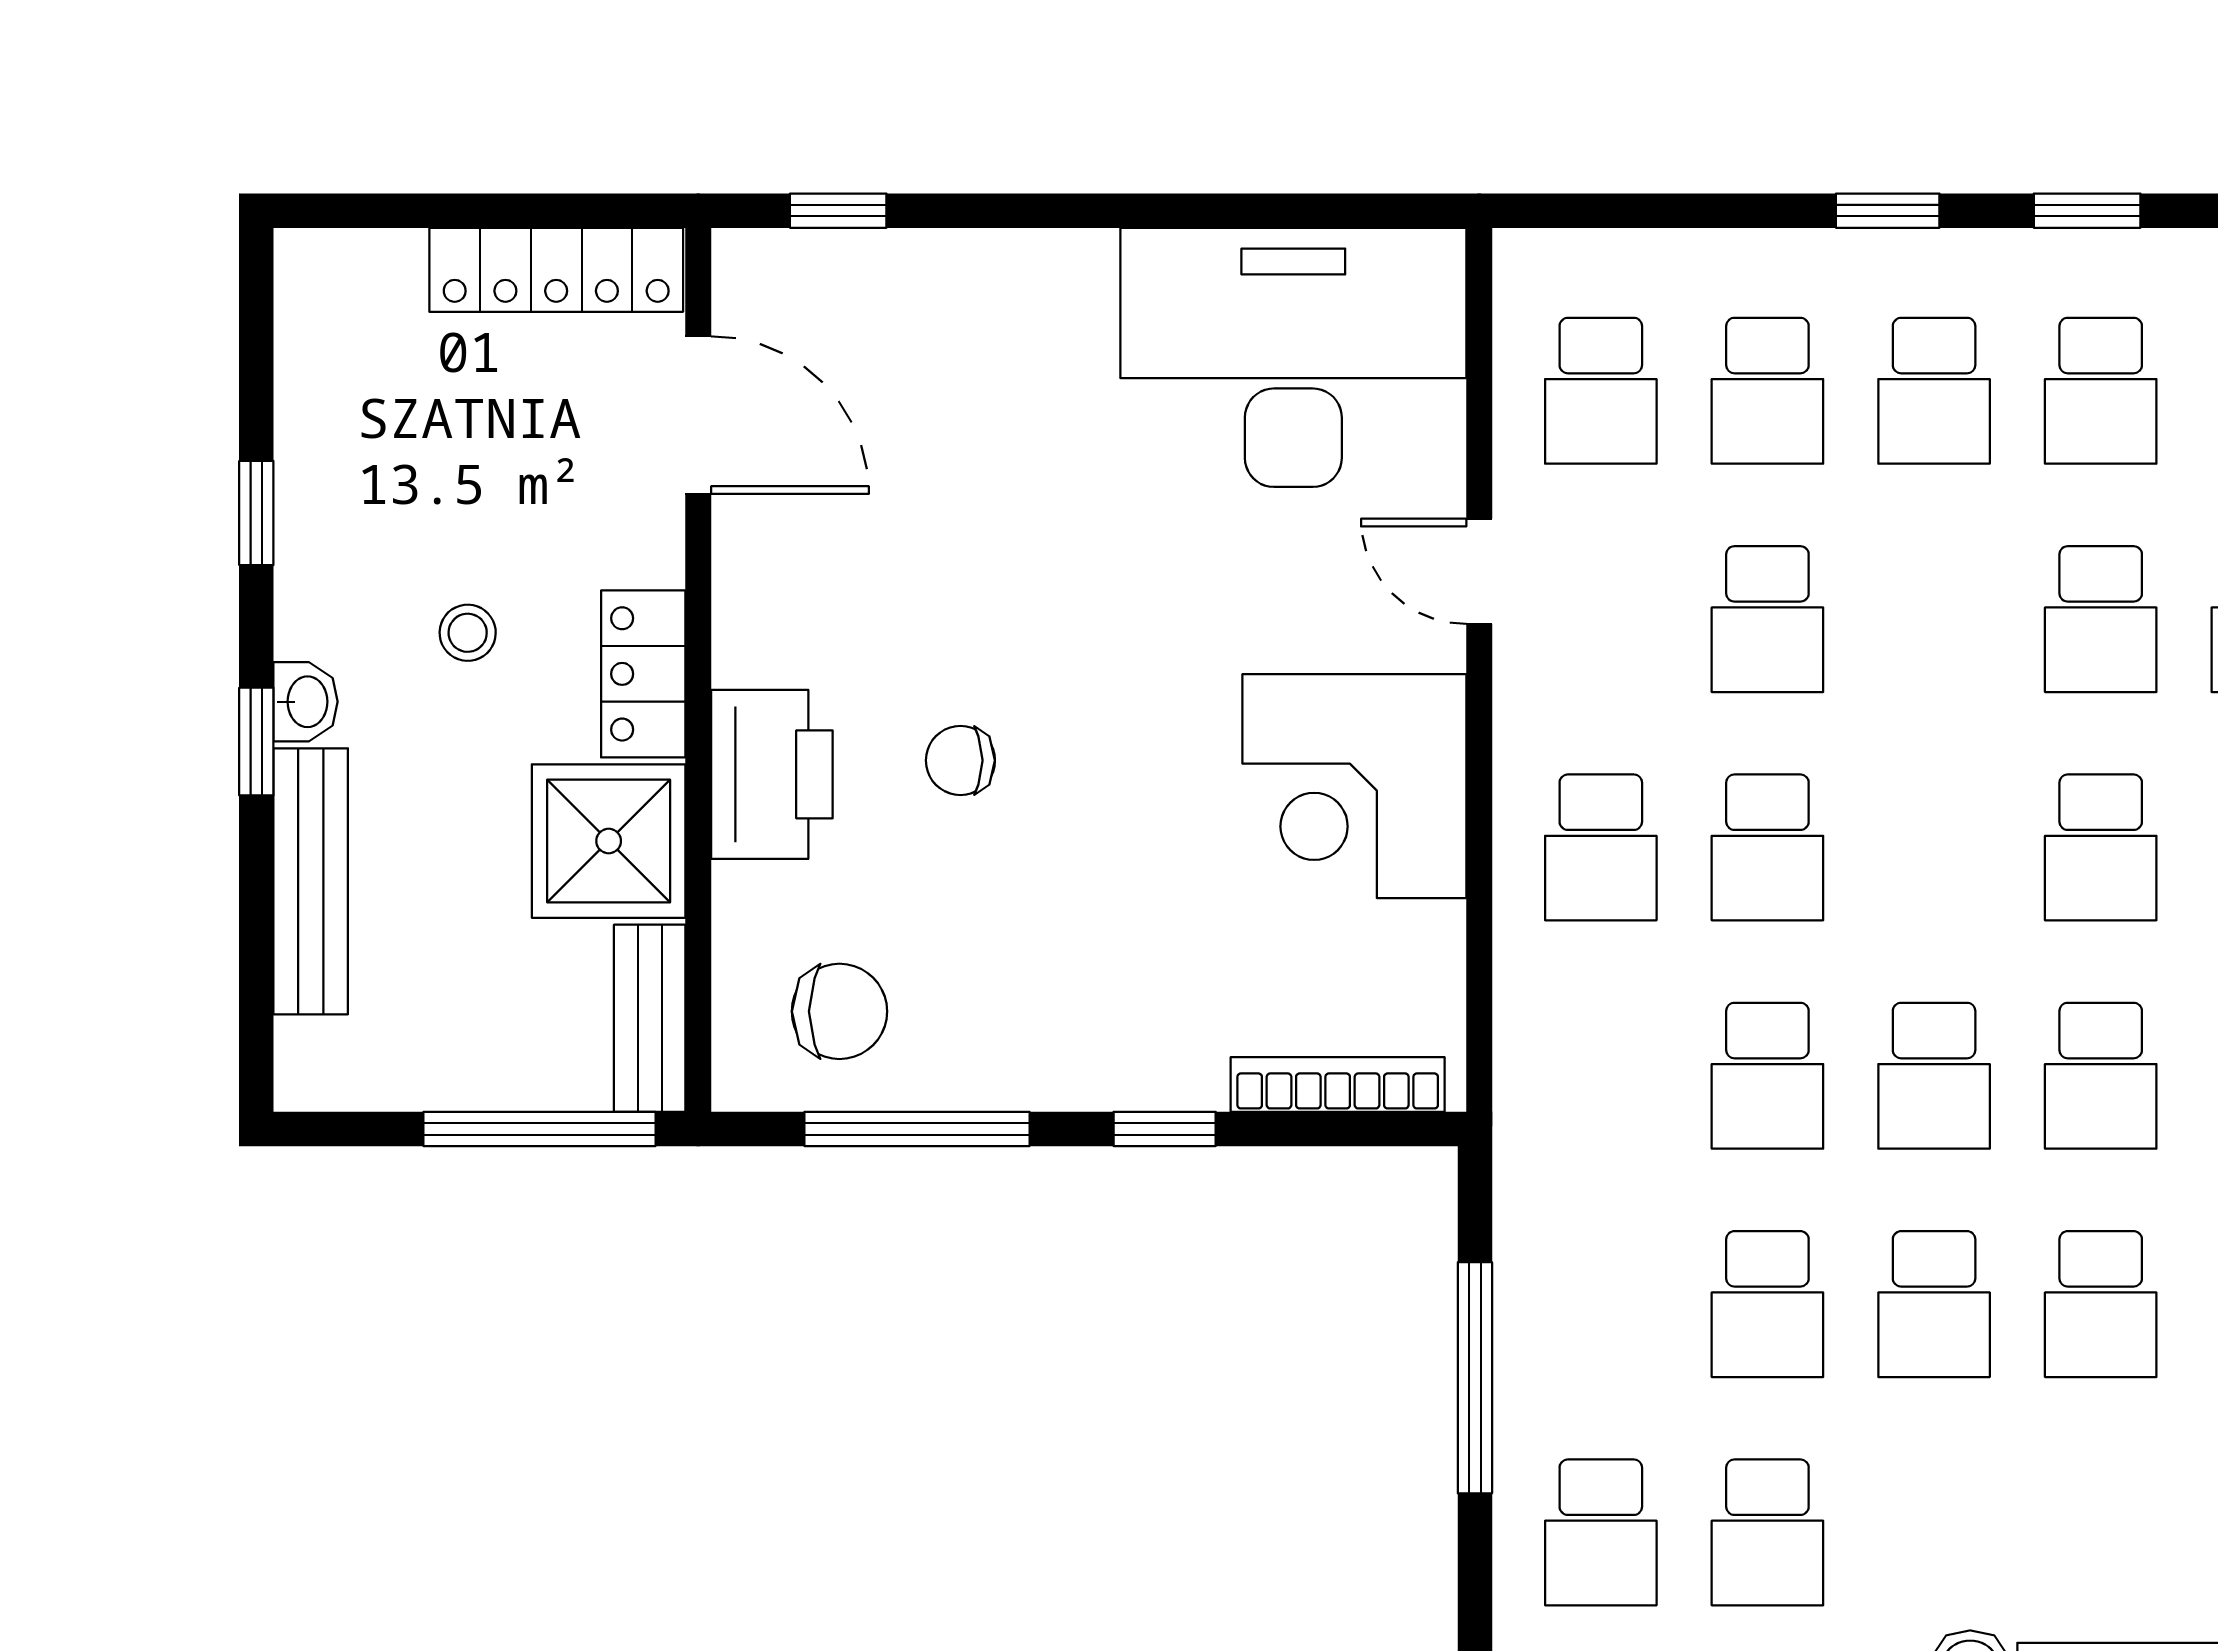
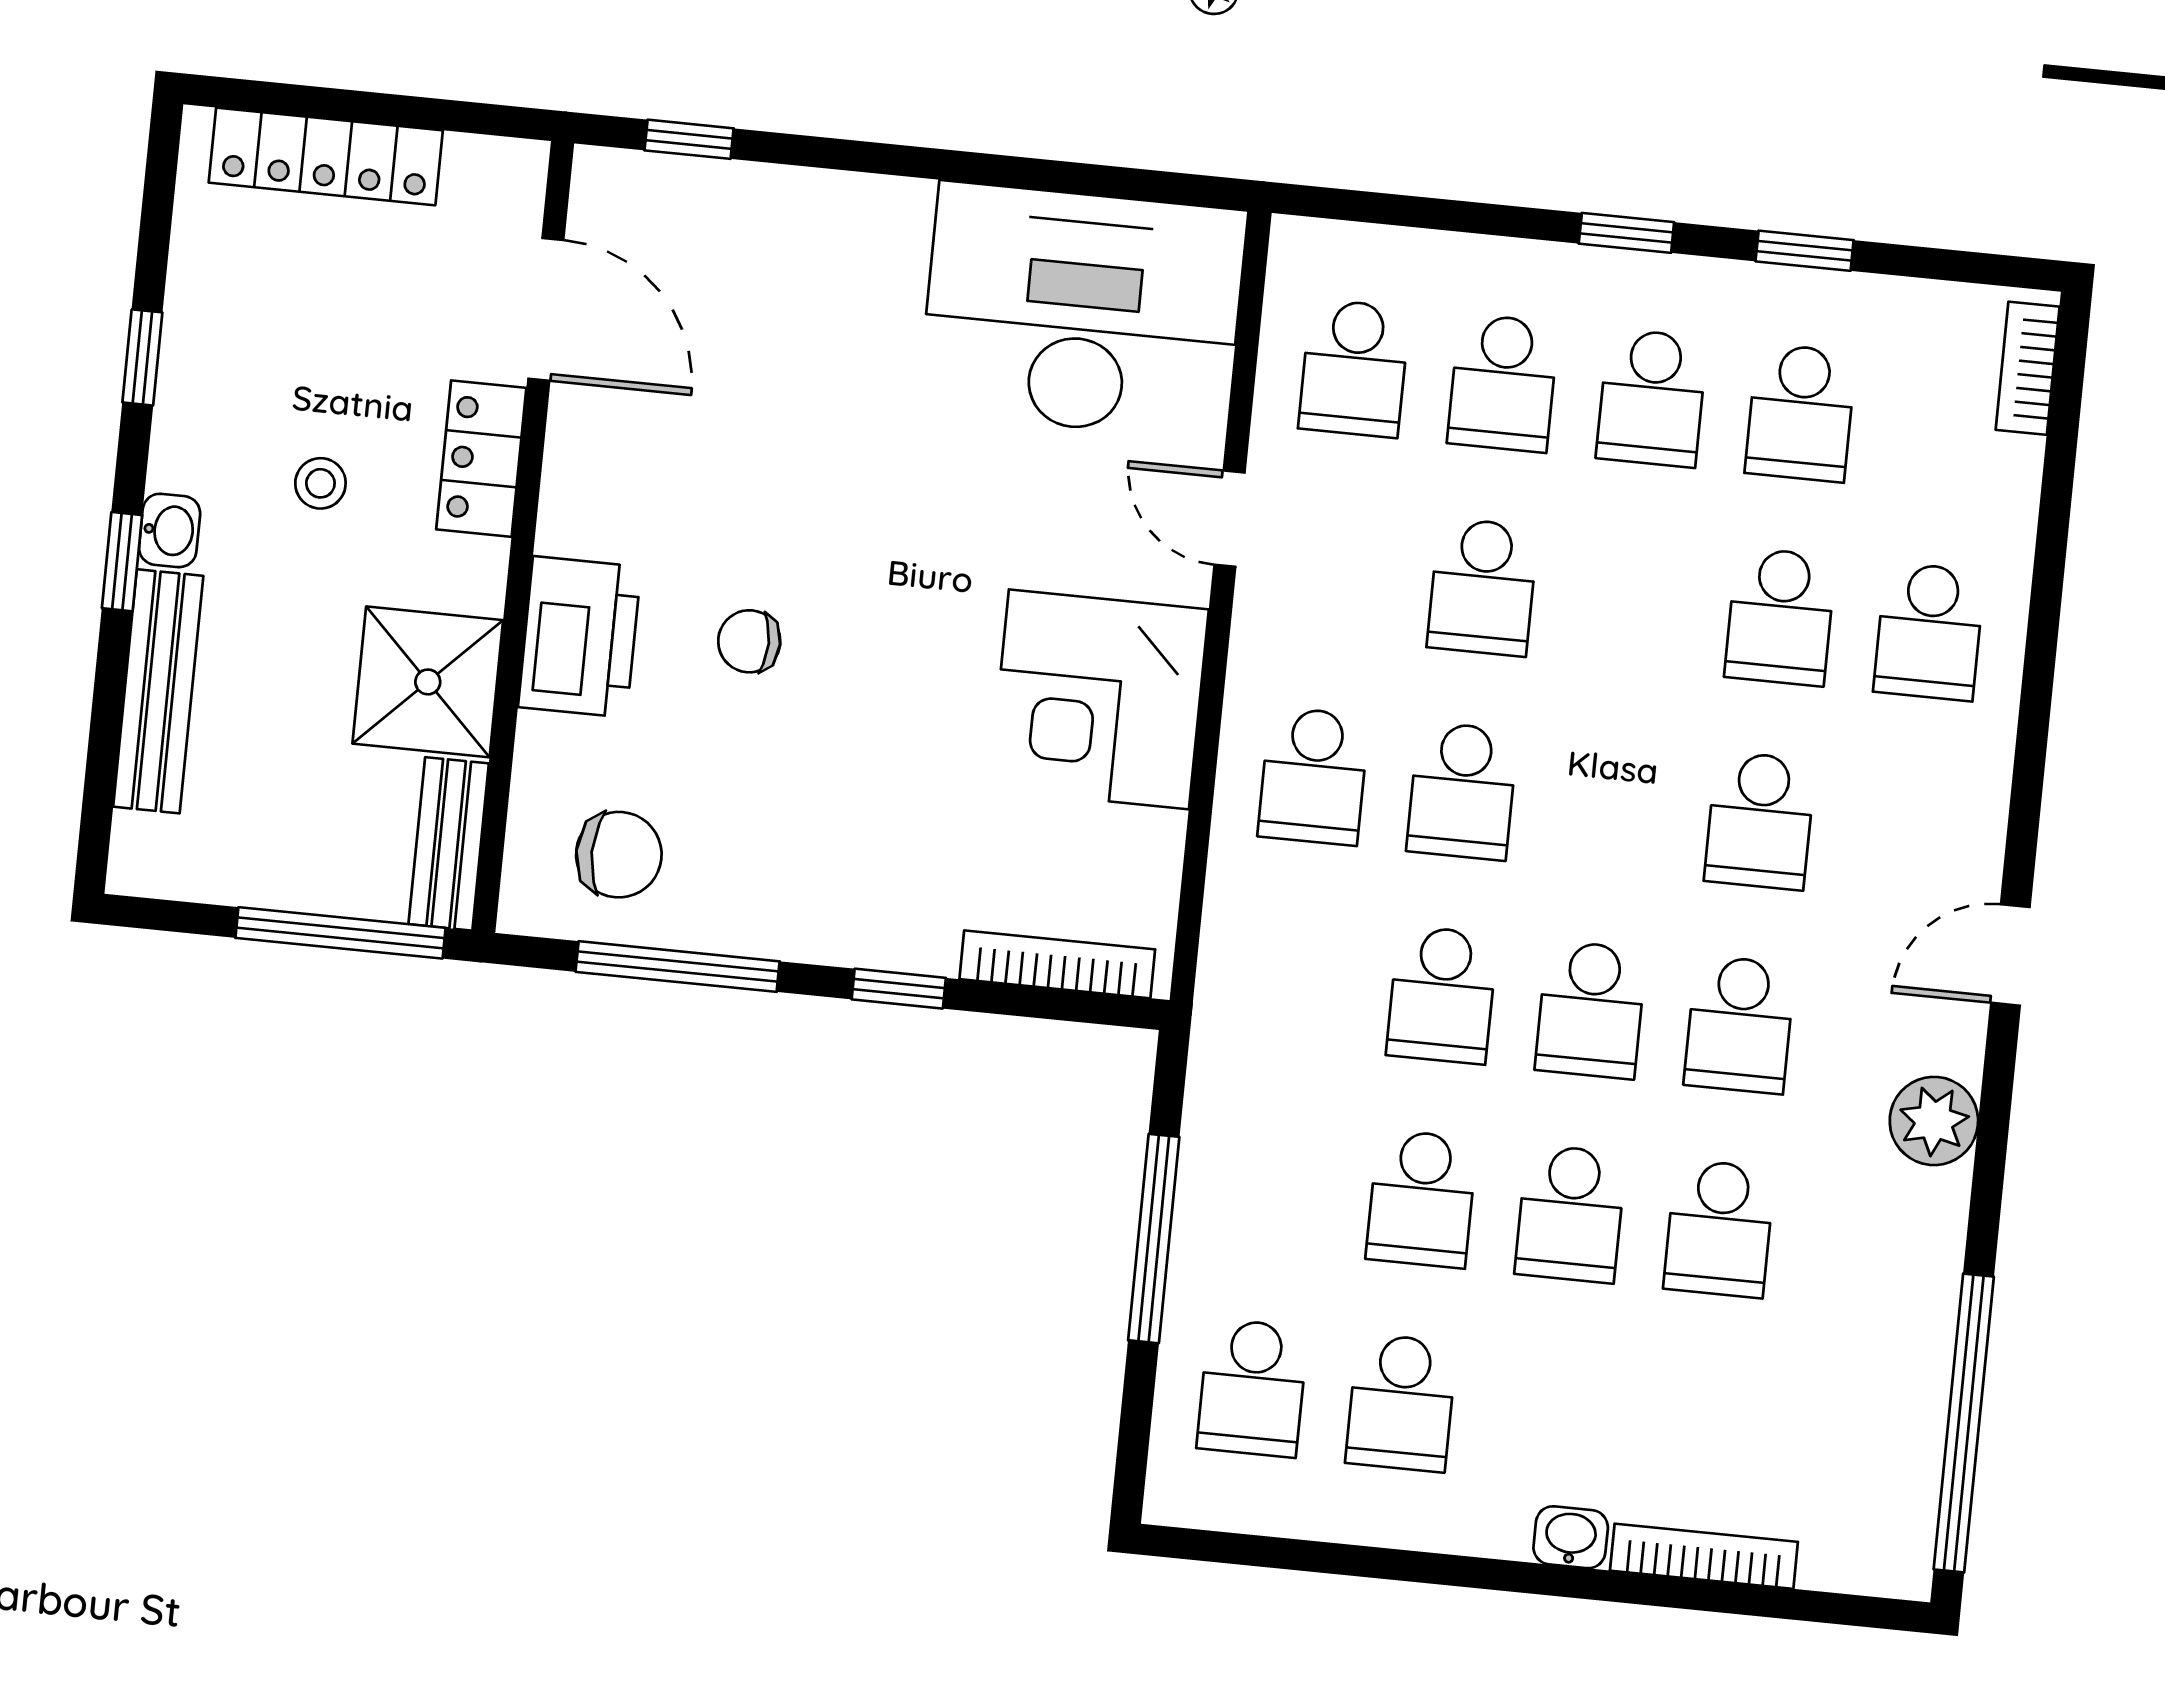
locker: (556, 270) -> (326, 156), moved
locker: (643, 674) -> (481, 459), moved

